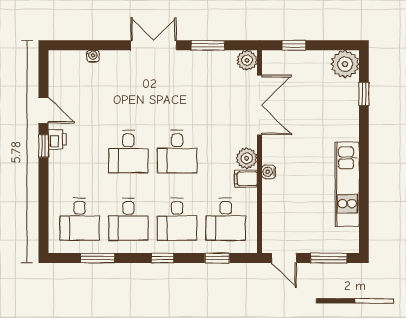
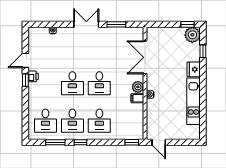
window: (294, 45) -> (188, 24), moved
plant: (247, 60) -> (138, 33), removed
double door: (259, 105) -> (145, 57), swing flipped
door: (43, 110) -> (25, 60), swing flipped
fridge: (347, 127) -> (194, 69), added
desk: (226, 219) -> (126, 121), removed
window: (162, 258) -> (80, 142), moved
window: (217, 258) -> (132, 142), moved
window: (329, 258) -> (183, 142), removed

